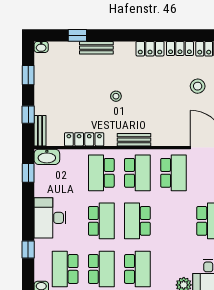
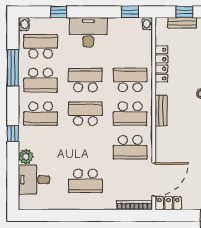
bench: (40, 131) -> (182, 23), moved
washbasin: (47, 157) -> (147, 24), width x0.52, depth x0.69
school desk: (101, 221) -> (85, 80), turned 180

